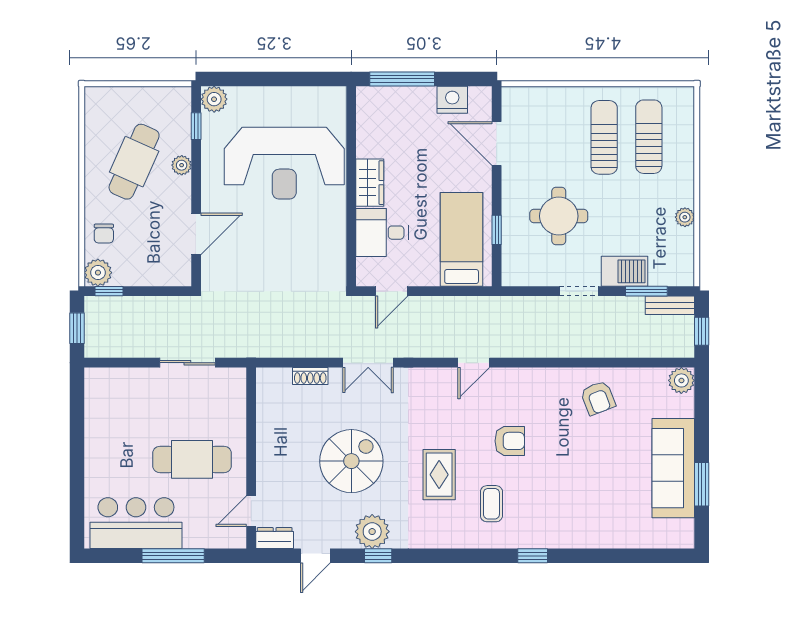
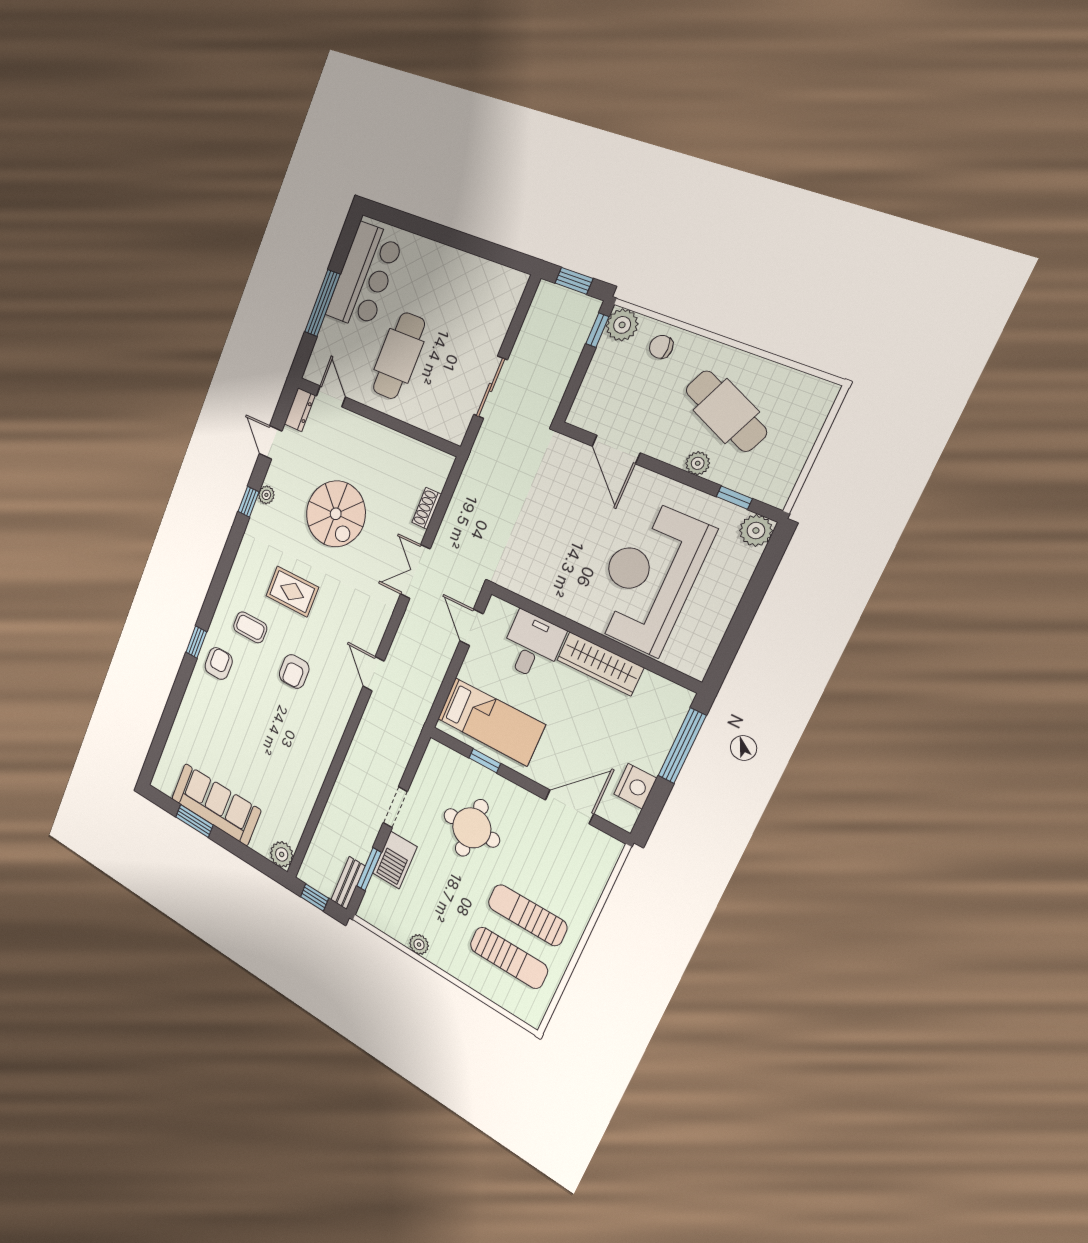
sun lounger: (604, 137) -> (527, 915), turned 180
wardrobe: (370, 183) -> (600, 664), width x1.50
armchair: (598, 398) -> (219, 663), moved, turned 111
plant: (372, 532) -> (266, 495), width x0.53, depth x0.53

